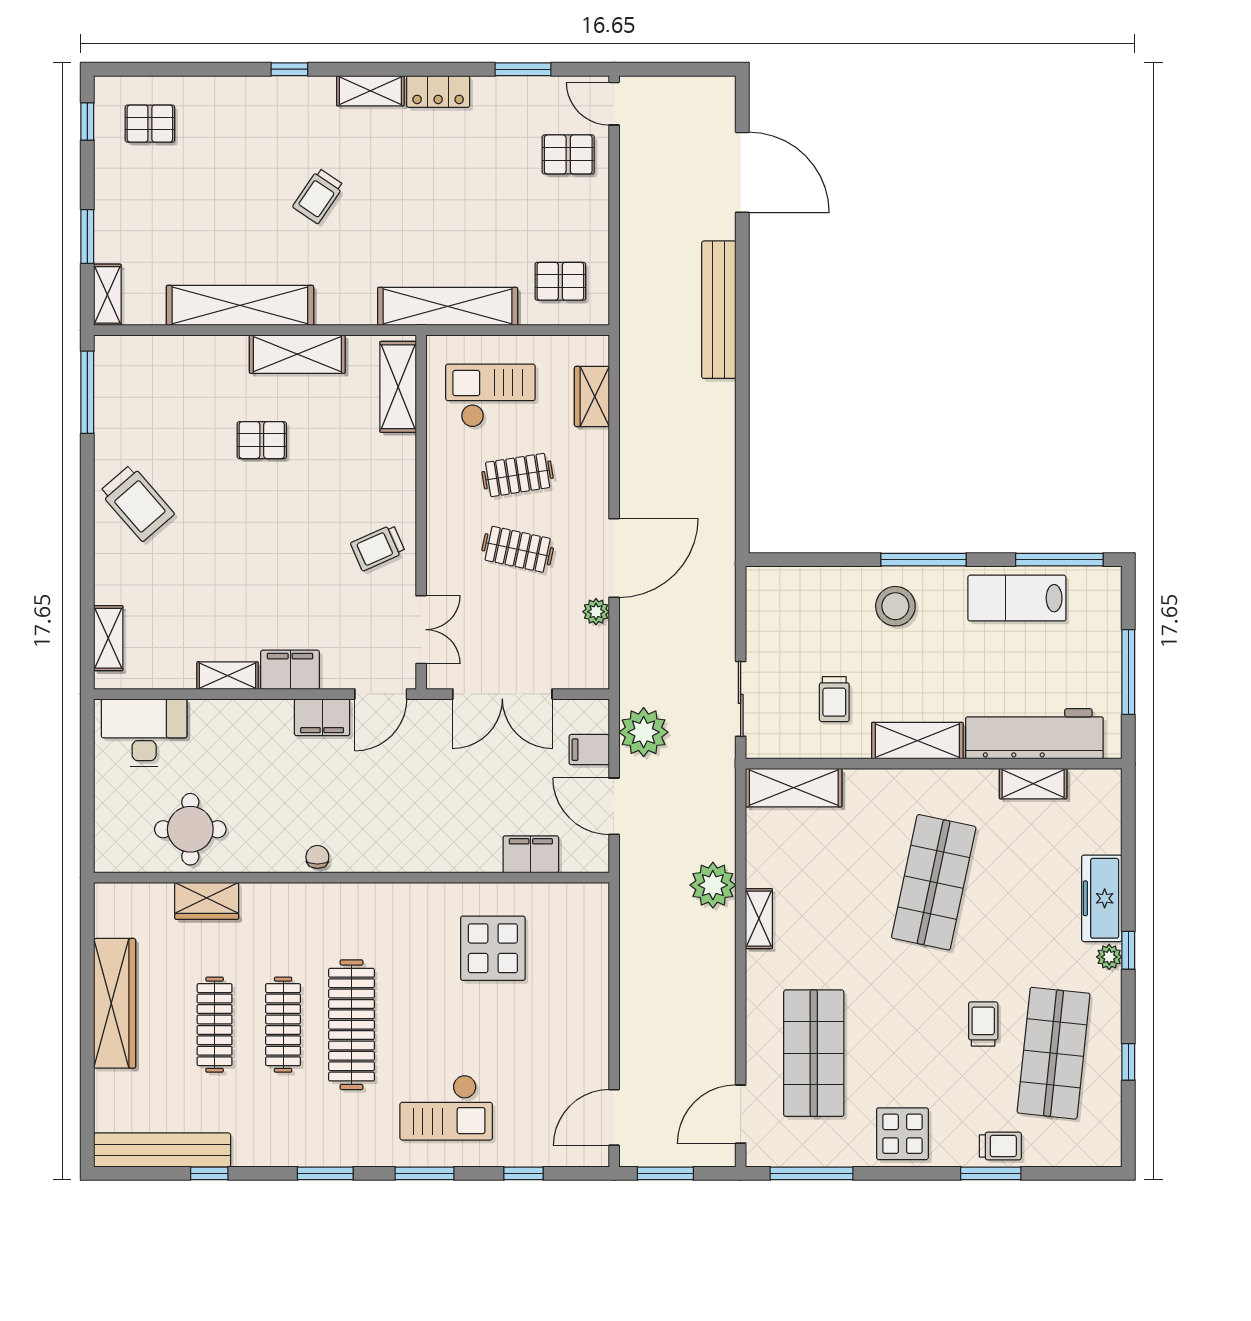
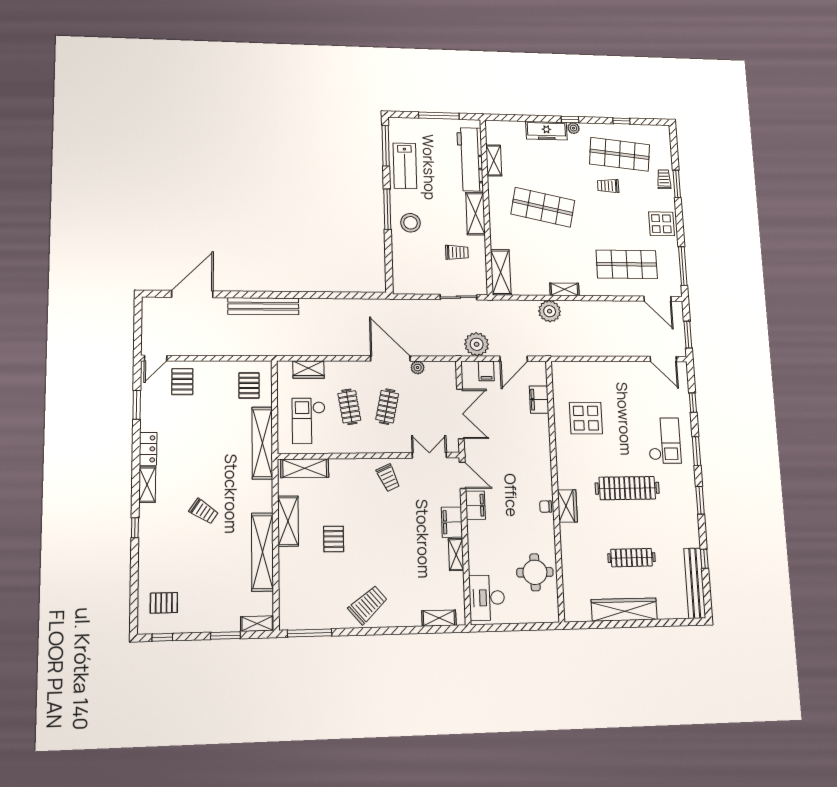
pallet: (150, 124) -> (164, 603), turned 90
wardrobe: (207, 901) -> (567, 506), moved
clothes rail: (283, 1025) -> (629, 523), removed

